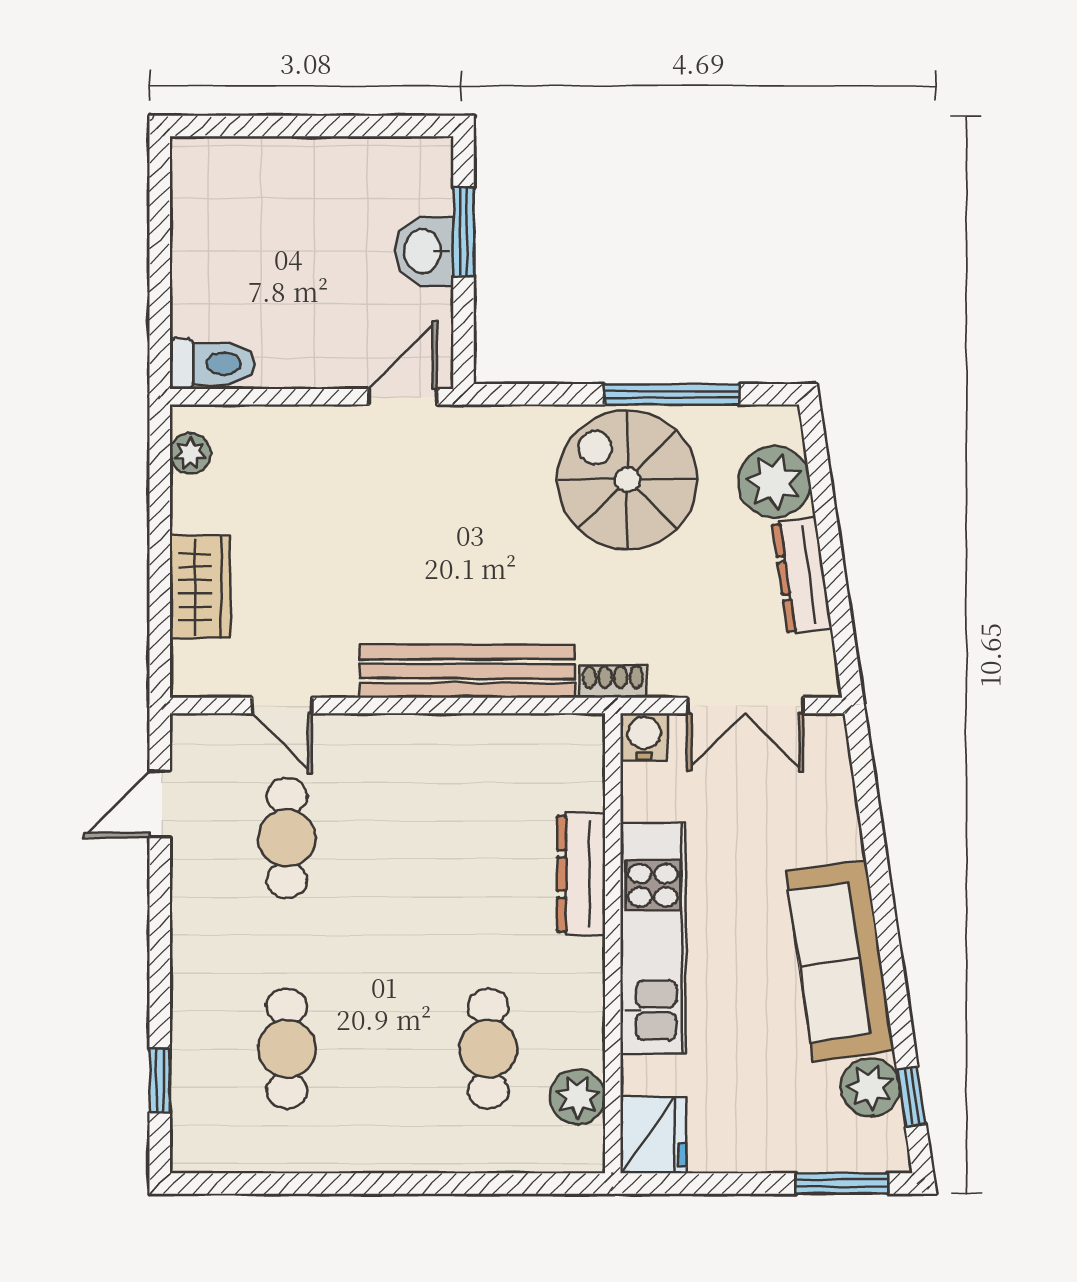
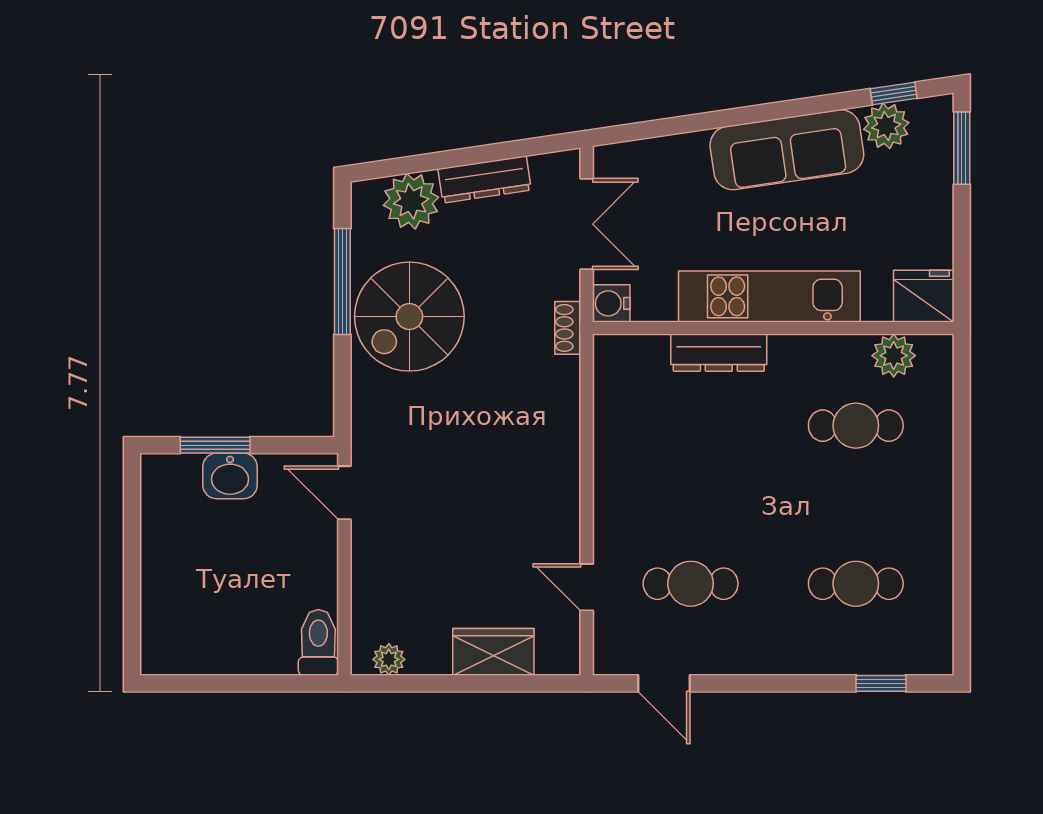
bench: (467, 671) -> (560, 442), removed
door: (282, 705) -> (587, 587), swing flipped

